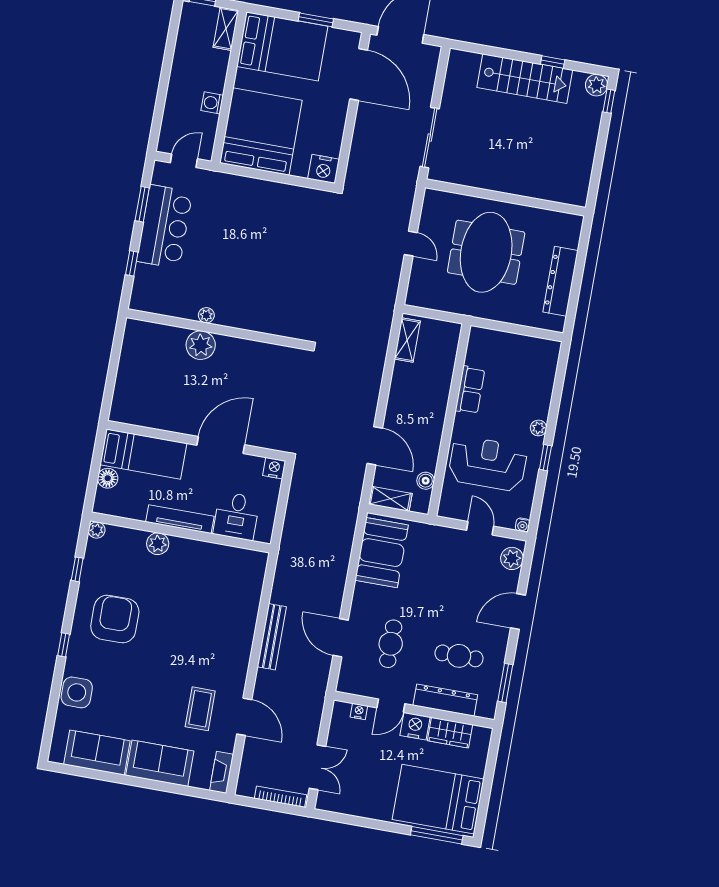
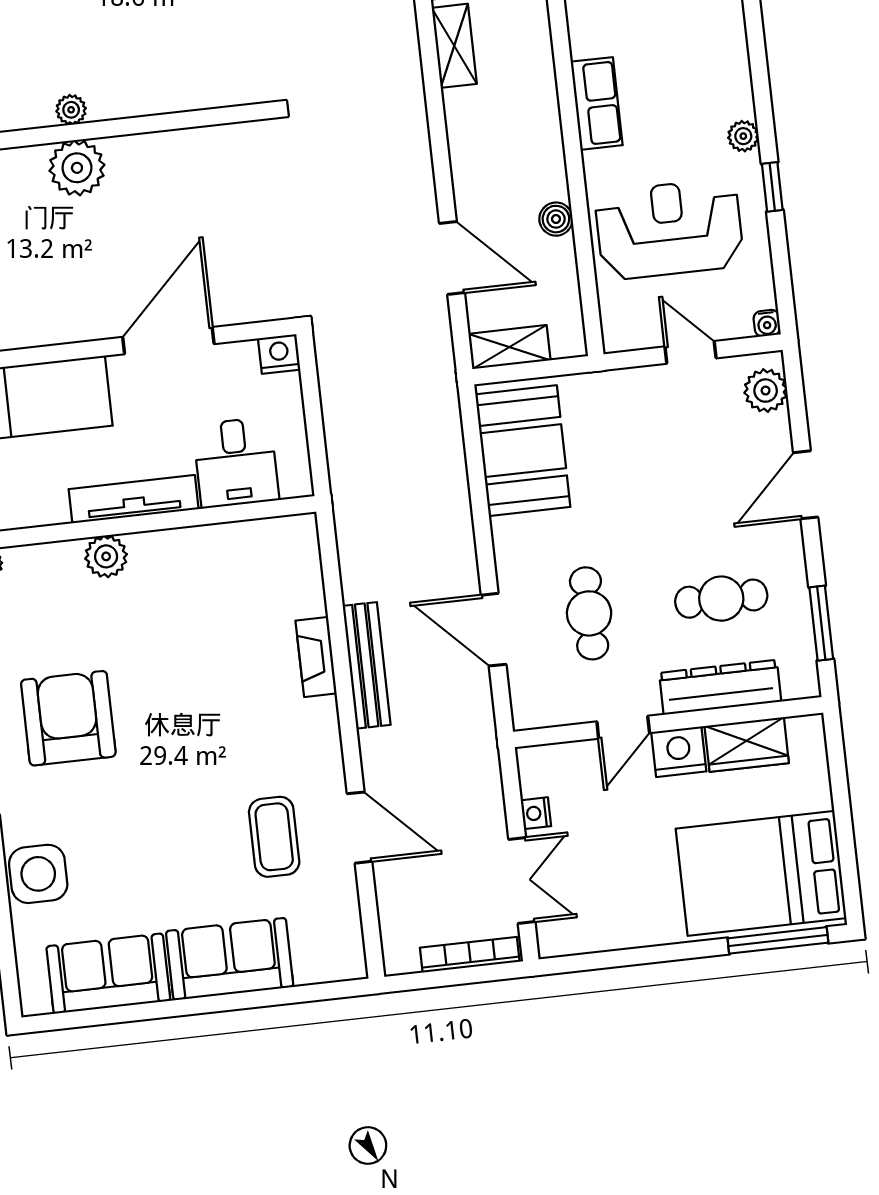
boiler: (426, 481) -> (556, 219), moved
nightstand: (359, 711) -> (536, 813), moved, turned -90
fireplace: (222, 772) -> (316, 657), moved

